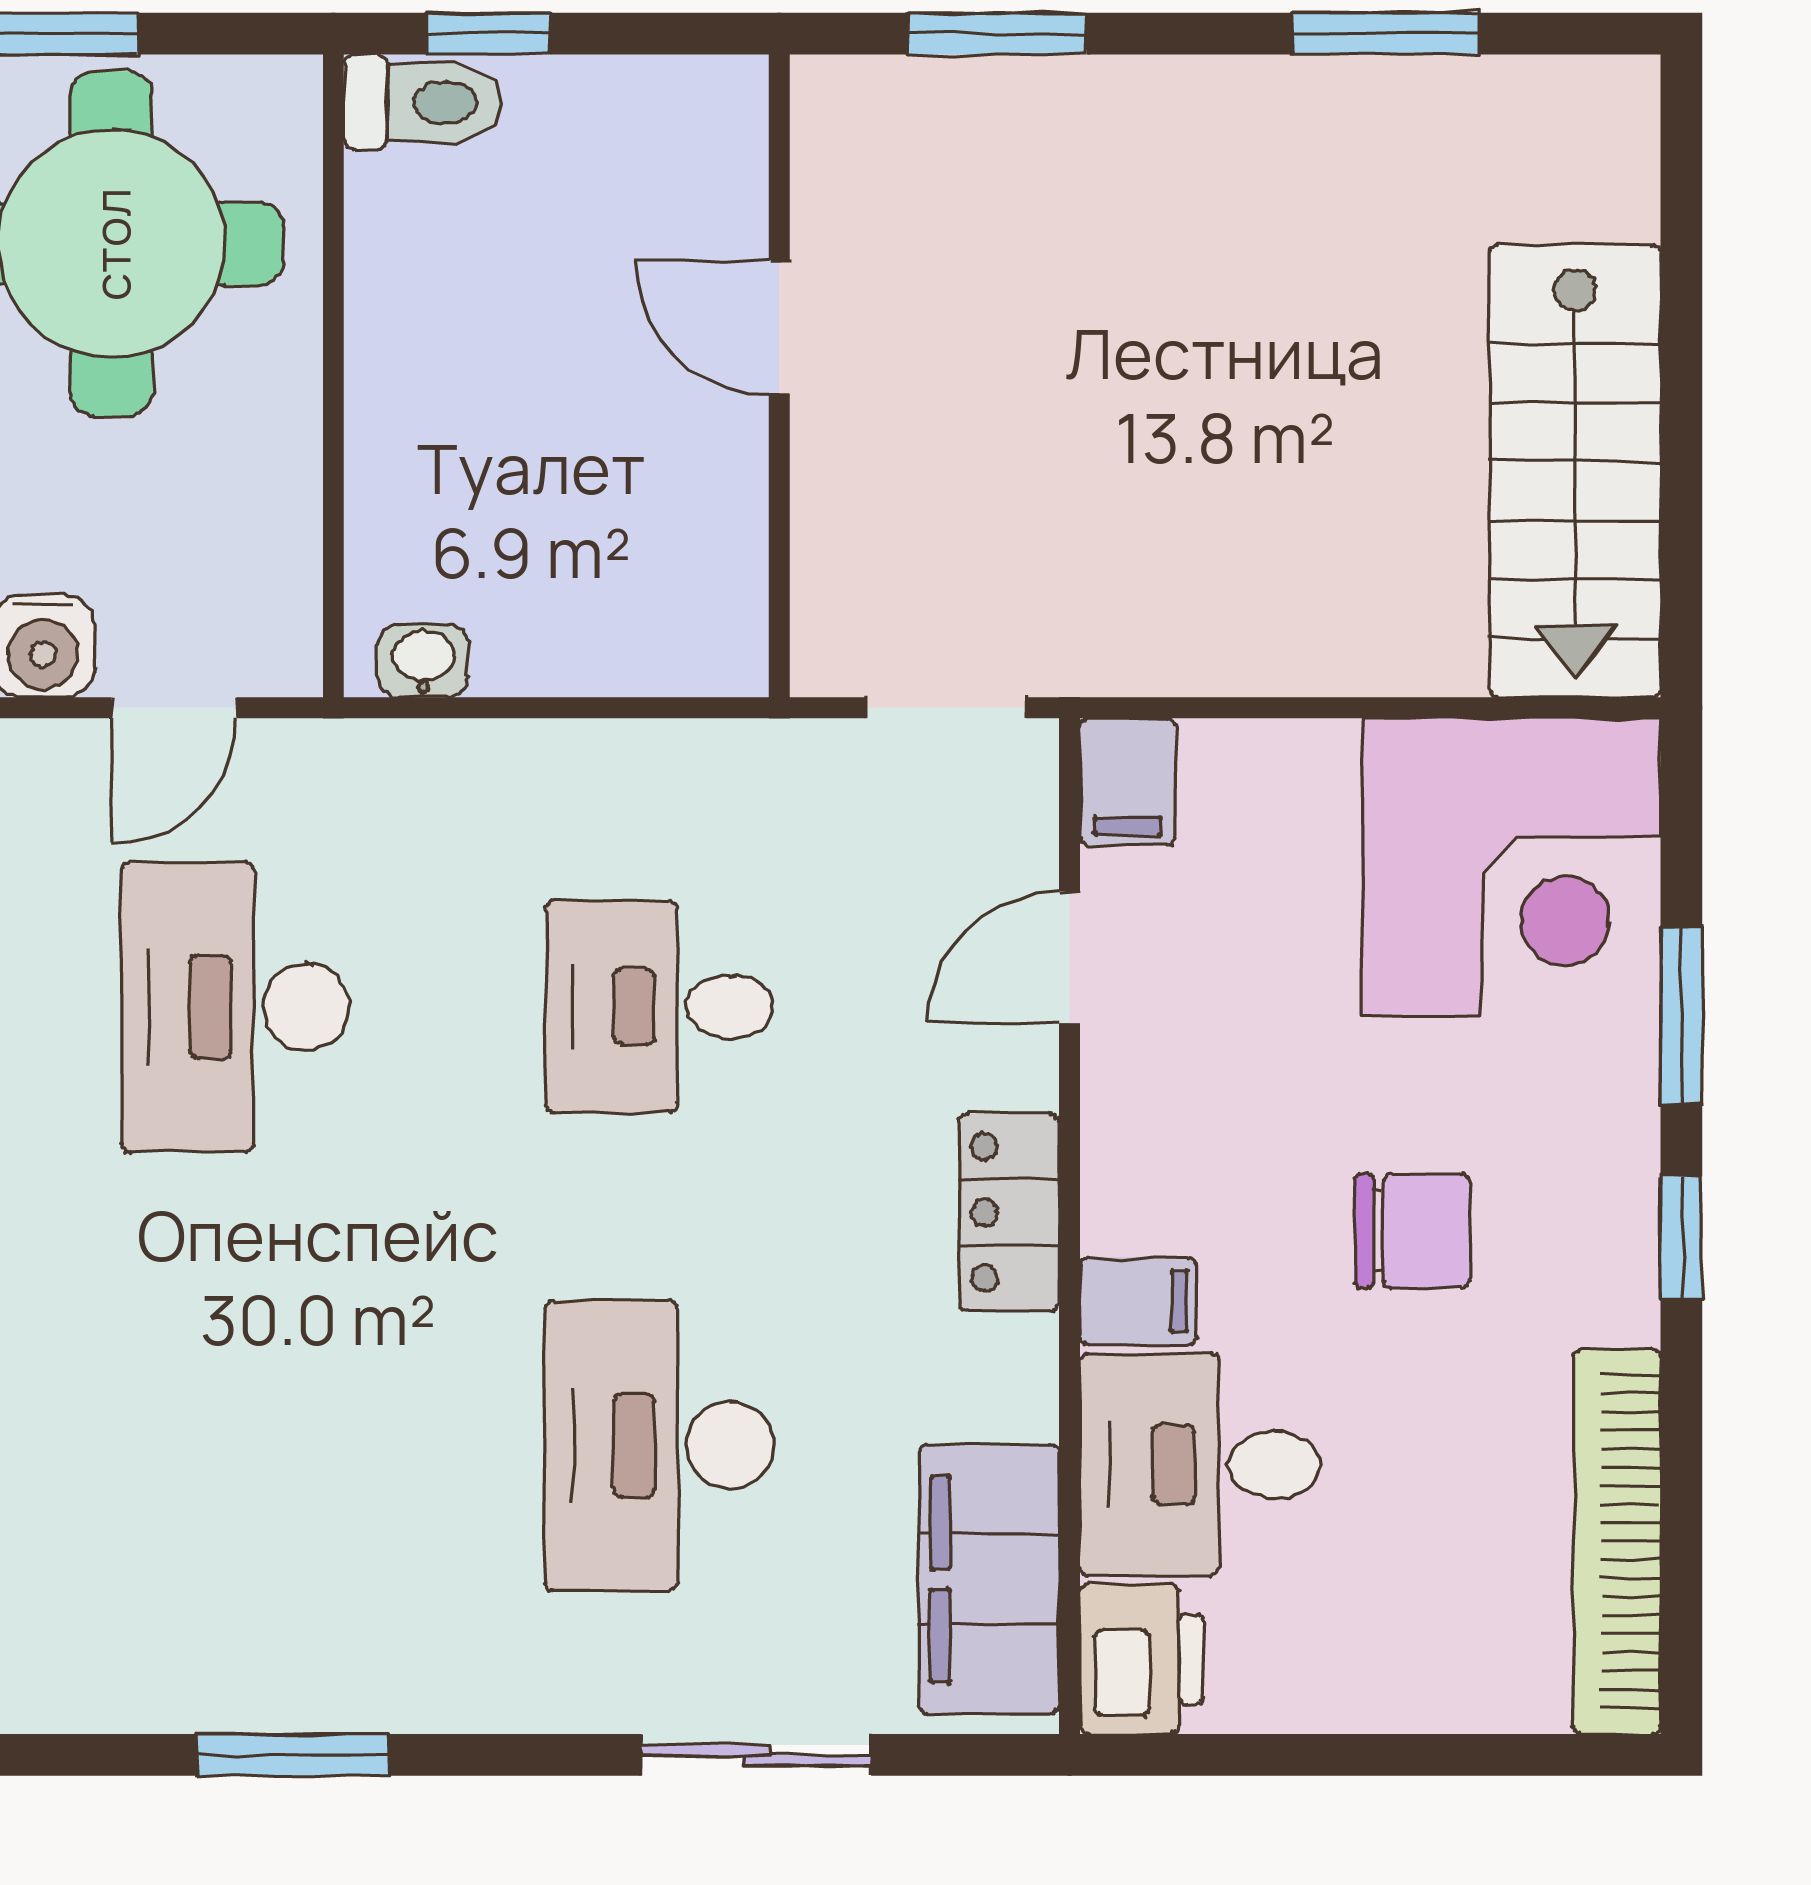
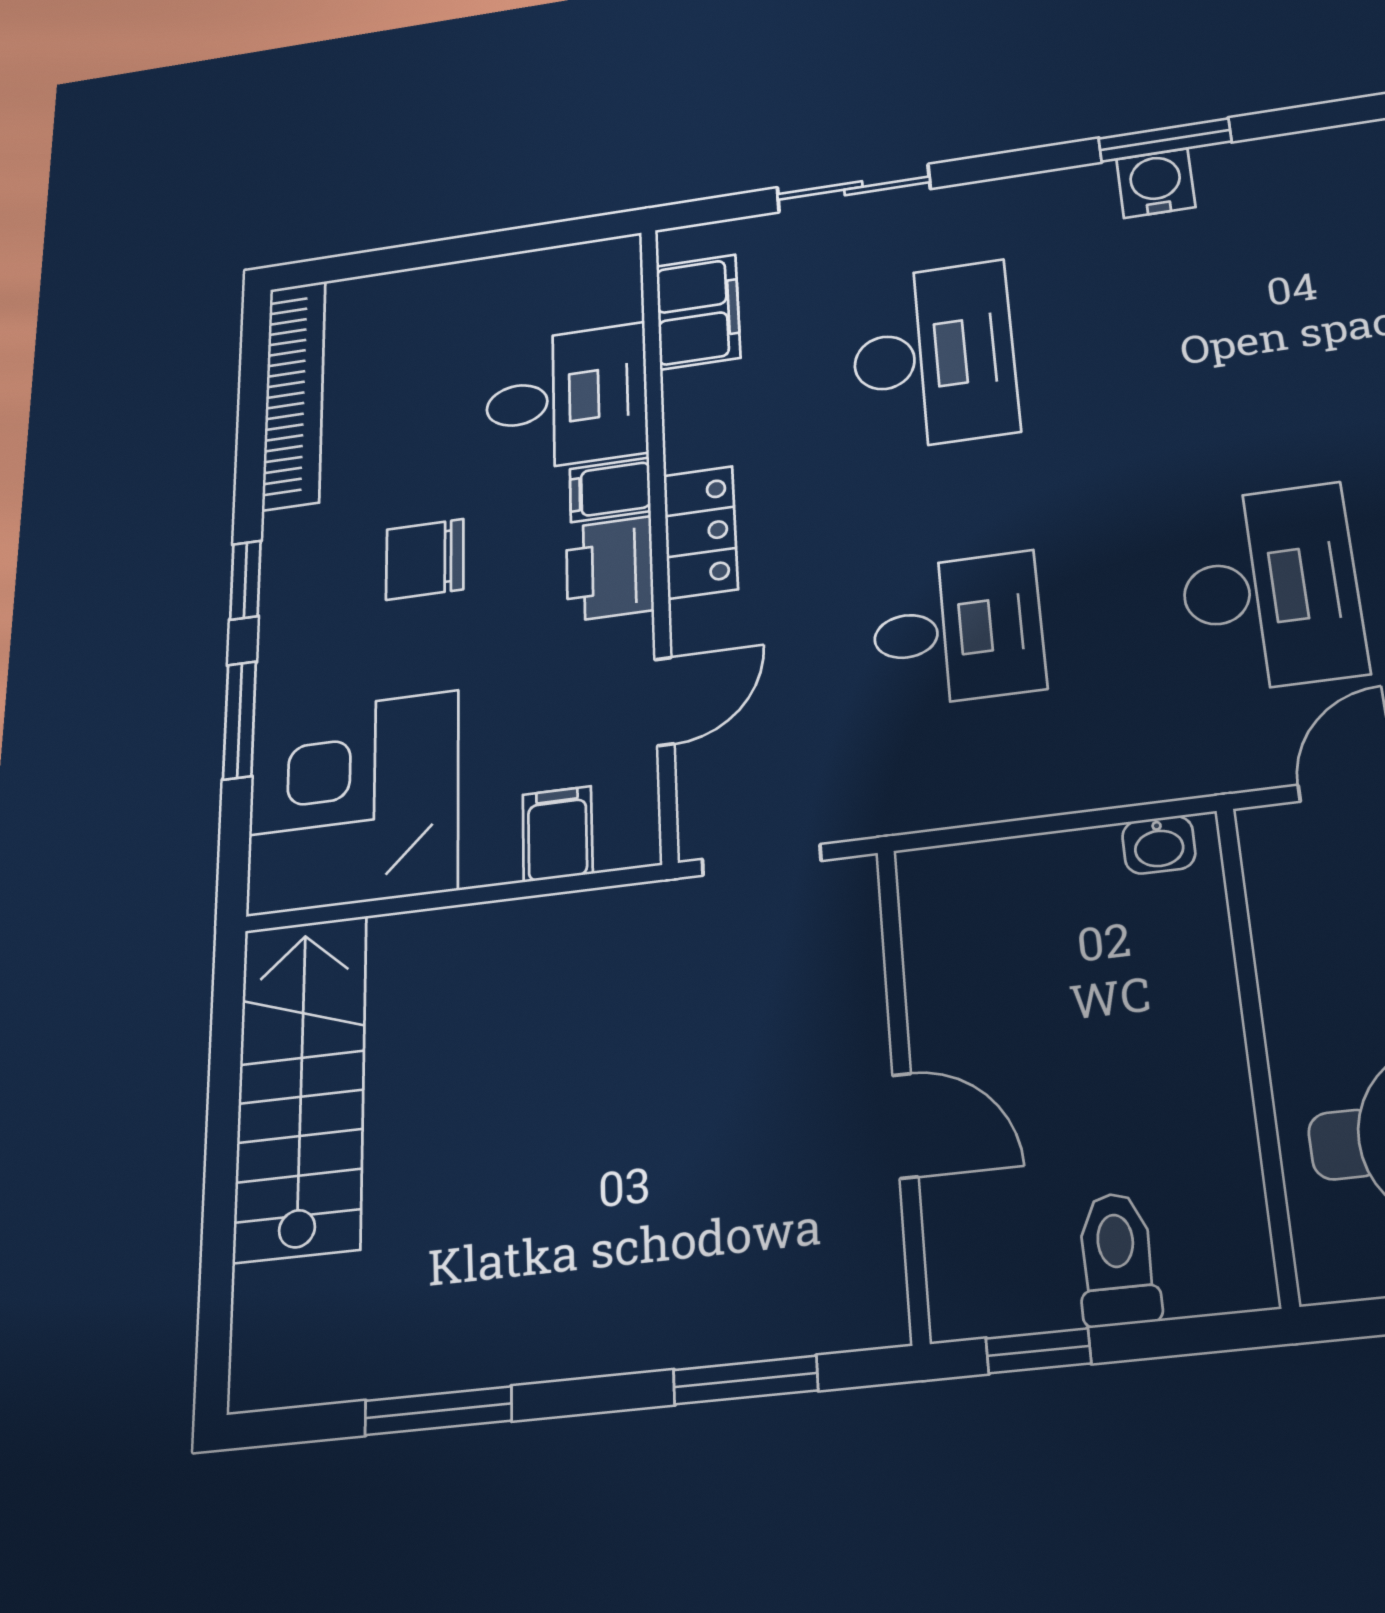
window: (488, 34) -> (1038, 1351), moved
toilet: (423, 103) -> (1117, 1259), moved, turned 90
filing cabinet: (1128, 782) -> (557, 834), moved
filing cabinet: (989, 1579) -> (698, 312), width x0.67, depth x0.86
printer: (1142, 1659) -> (610, 569), moved
water cooler: (314, 1682) -> (1156, 183), added

